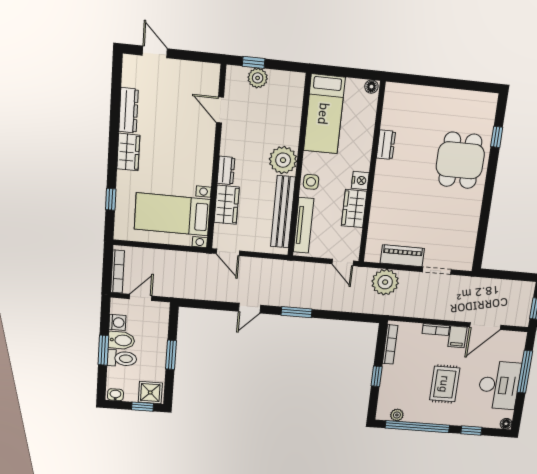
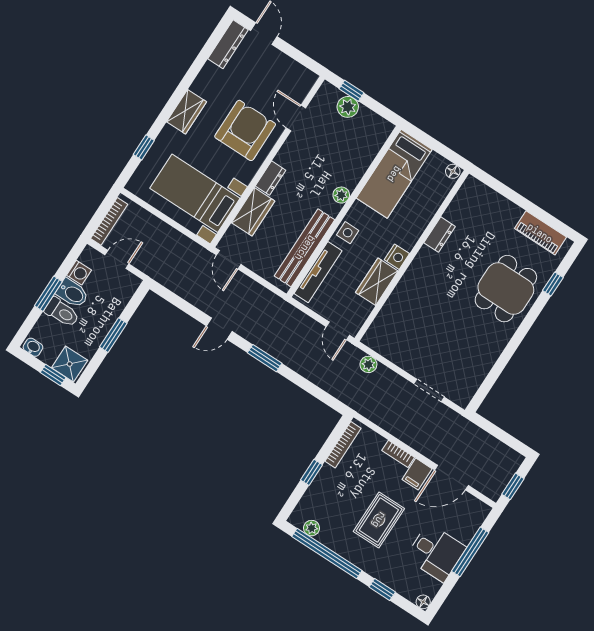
dresser: (128, 110) -> (228, 44), moved
armchair: (184, 142) -> (245, 130), added
plant: (283, 160) -> (341, 195), width x0.53, depth x0.53
piano: (402, 256) -> (540, 233), moved, turned 180
plant: (385, 282) -> (368, 364), width x0.53, depth x0.53
desk: (499, 385) -> (436, 553), width x0.73

